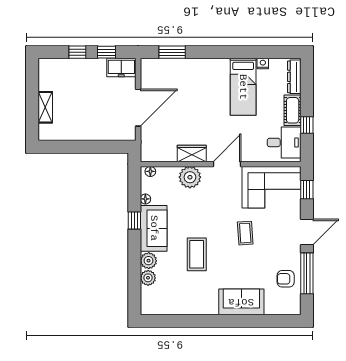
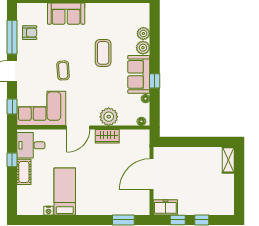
dresser: (294, 77) -> (22, 200), removed
shelving: (45, 107) -> (228, 160), moved

